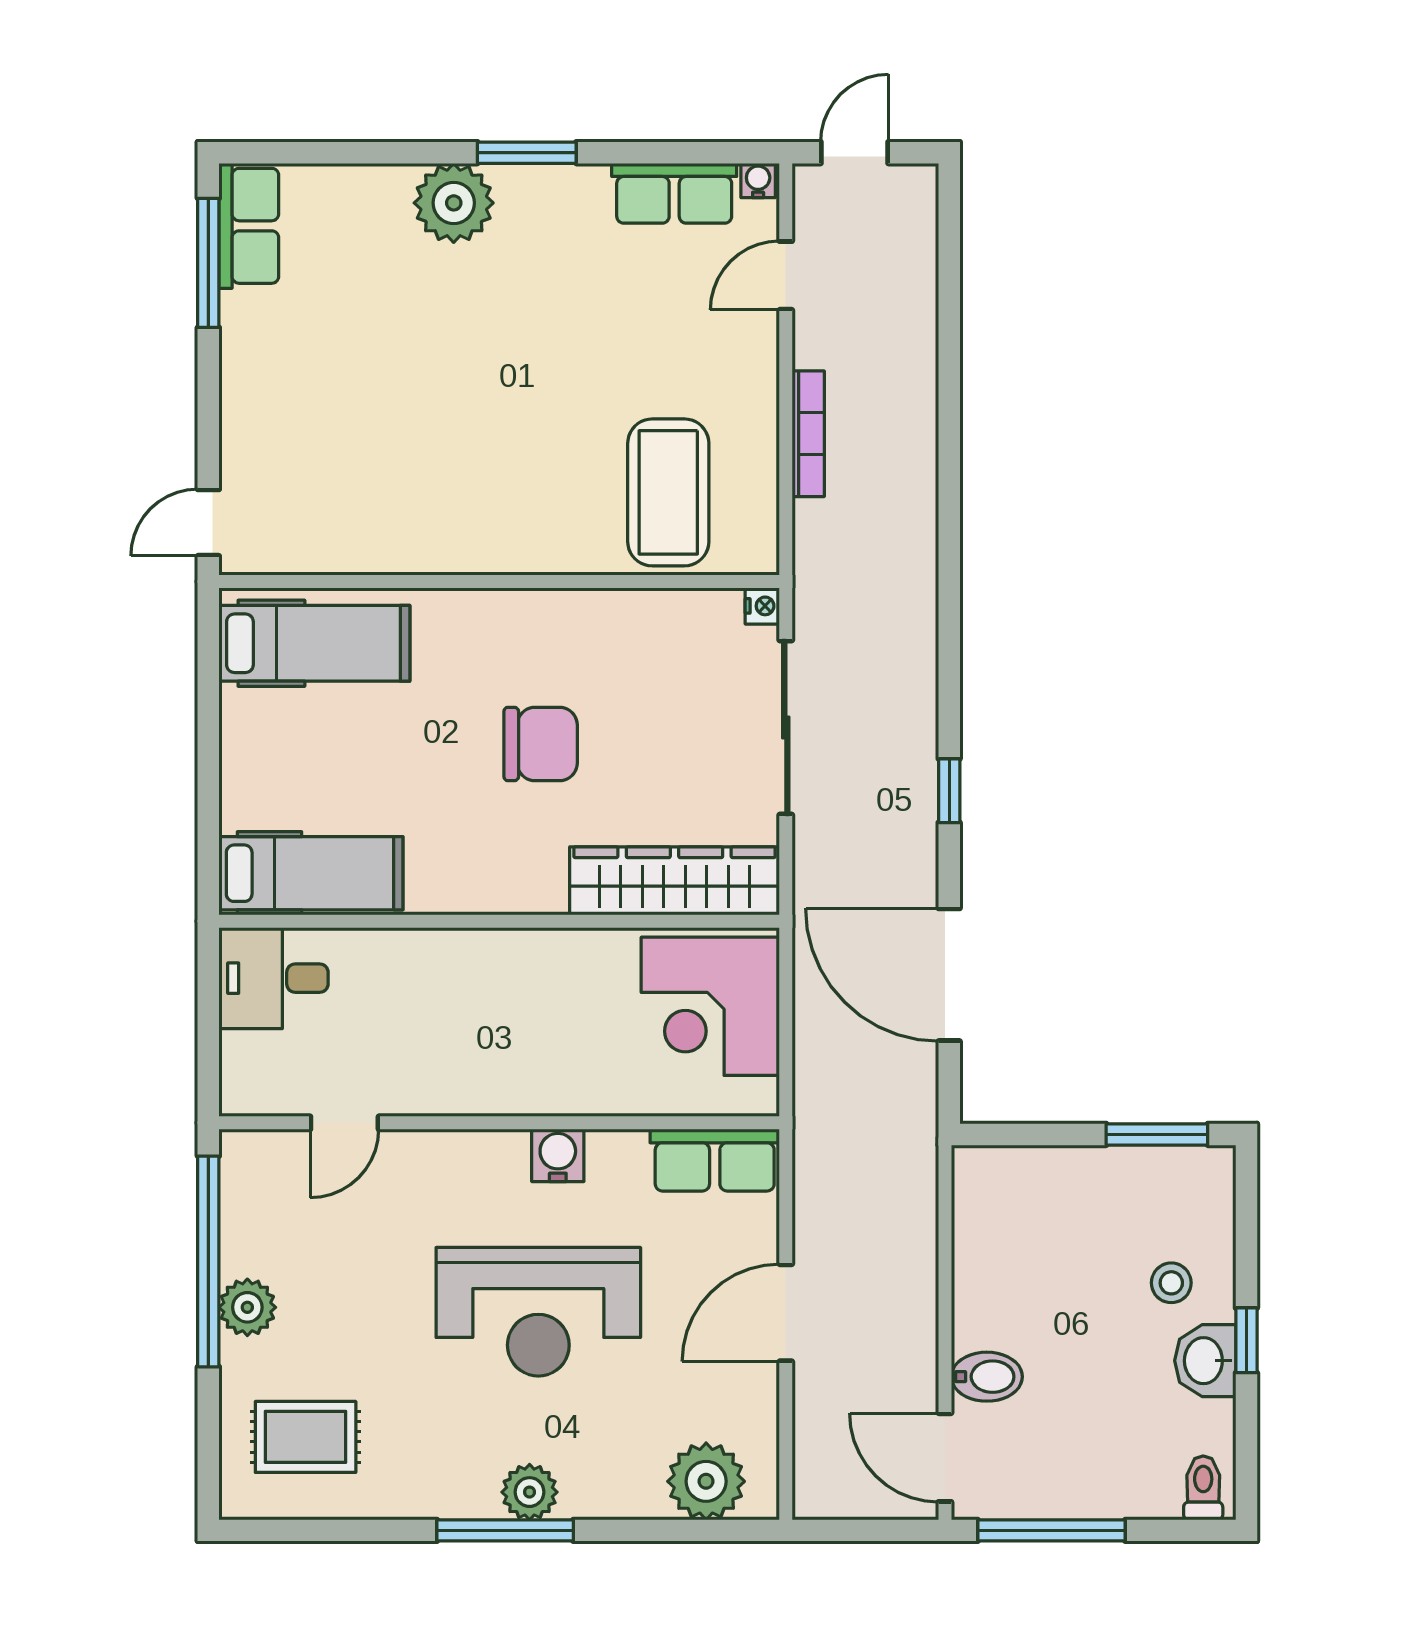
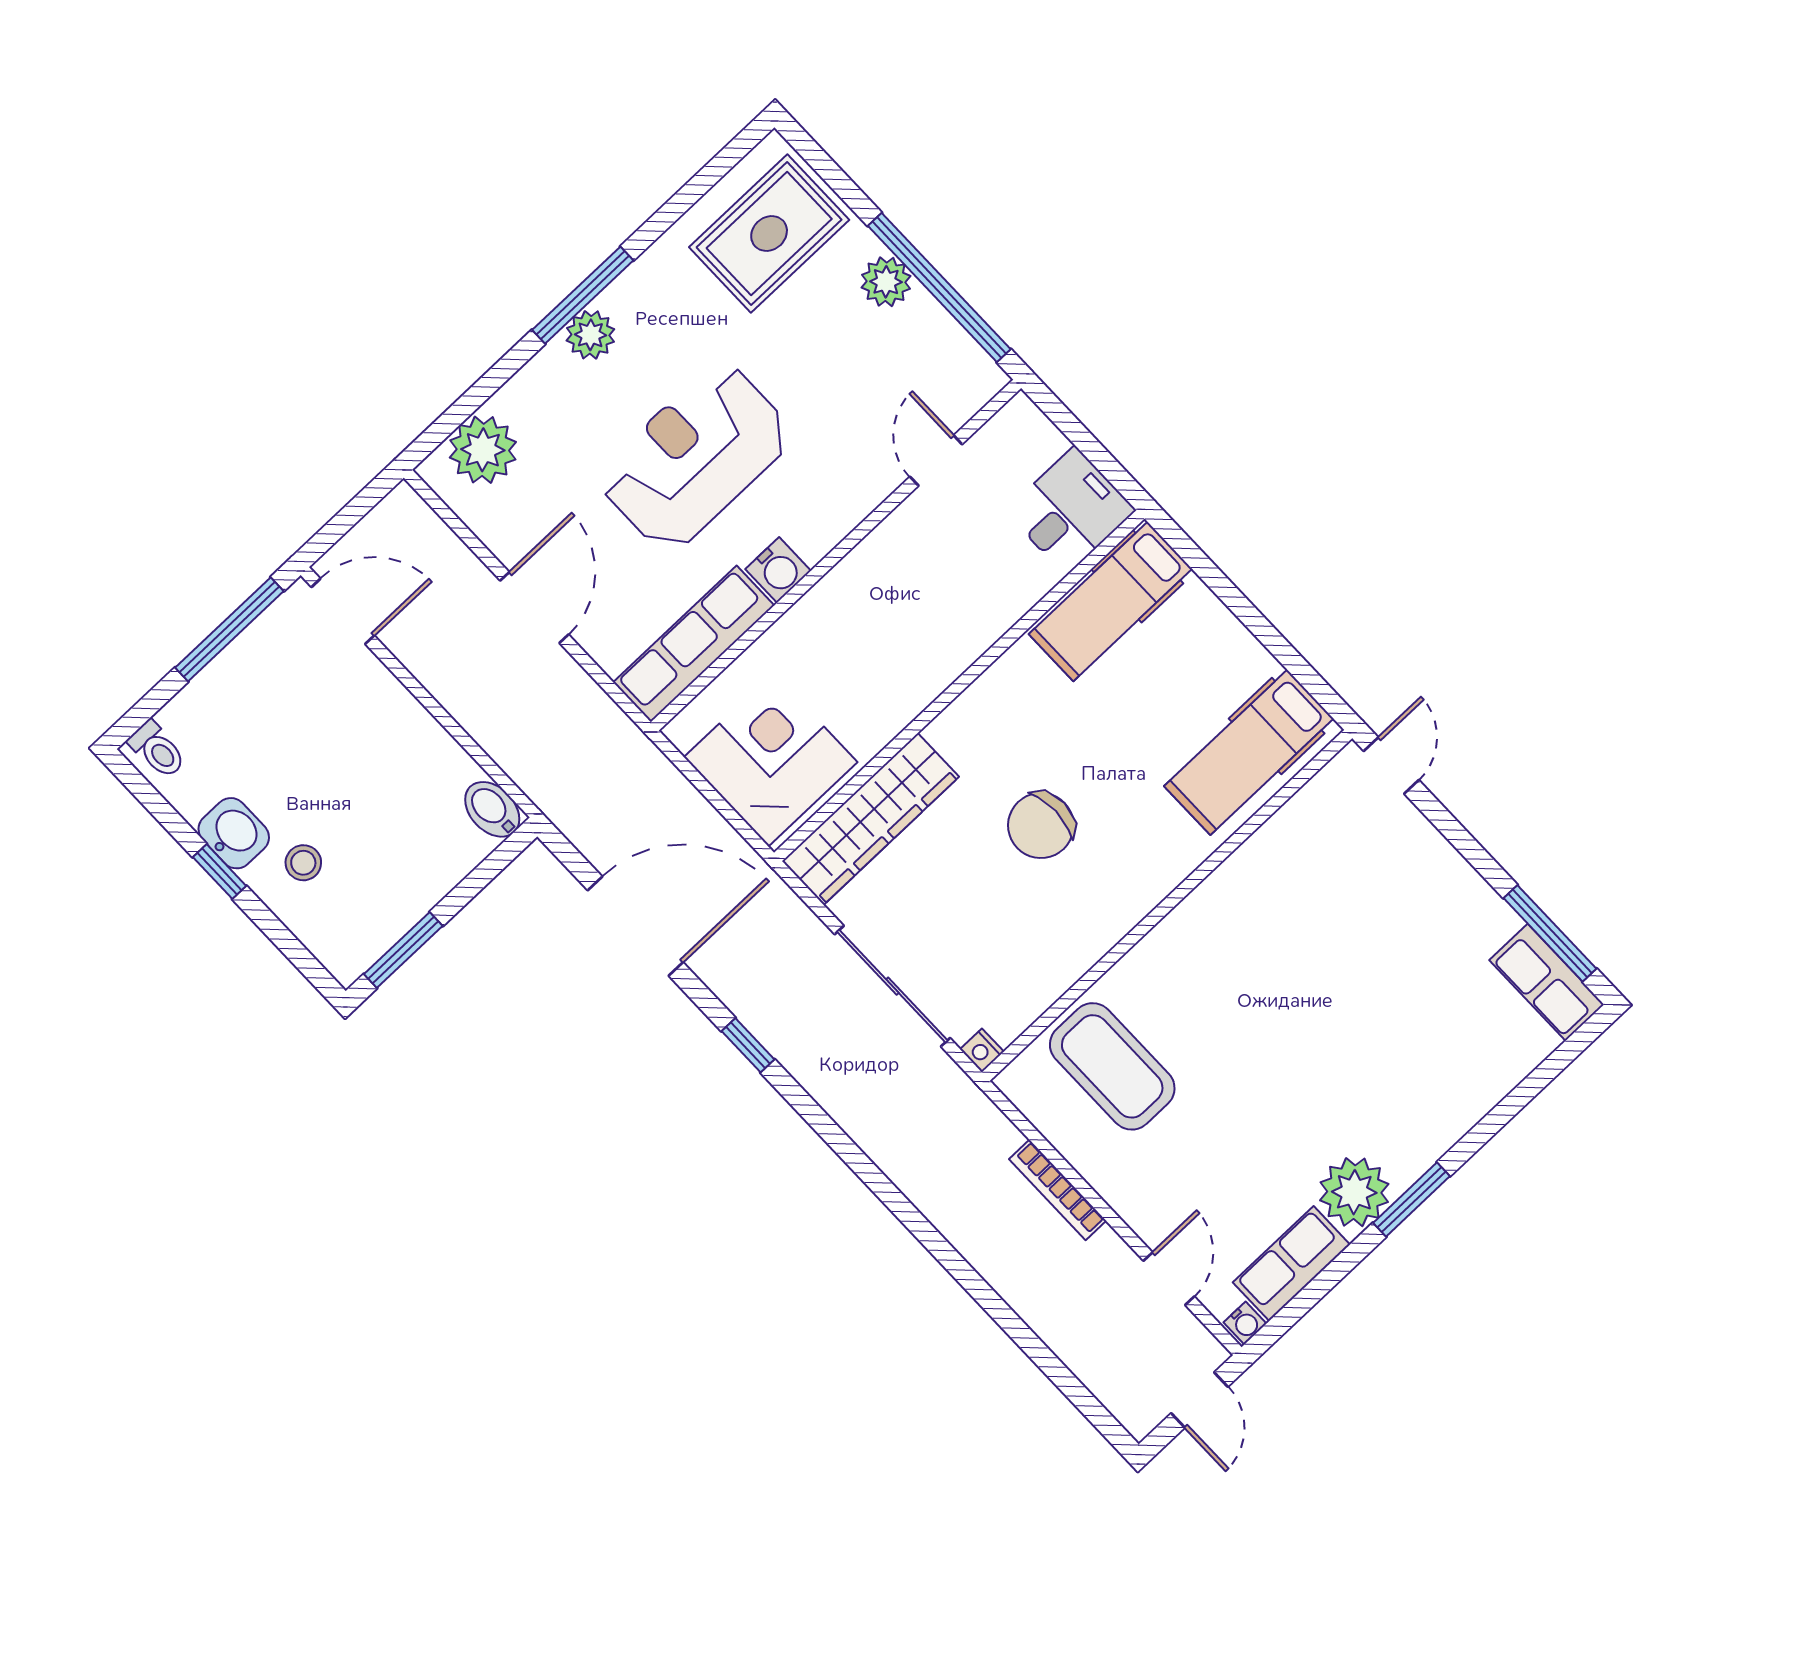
plant: (454, 203) -> (1354, 1192), moved
row of seats: (715, 1160) -> (694, 644), width x1.48
bidet: (987, 1377) -> (492, 809), moved, turned 90
rug: (306, 1437) -> (769, 234), width x1.36, depth x1.43

